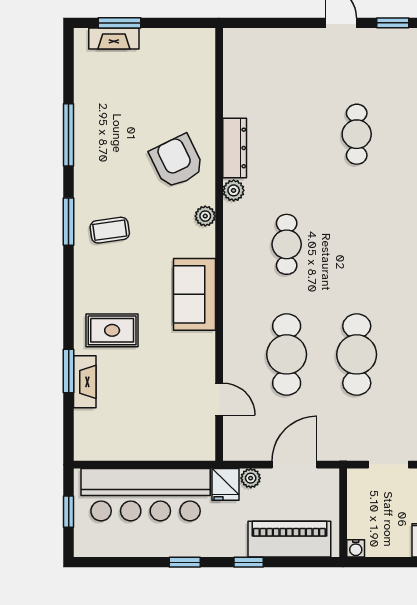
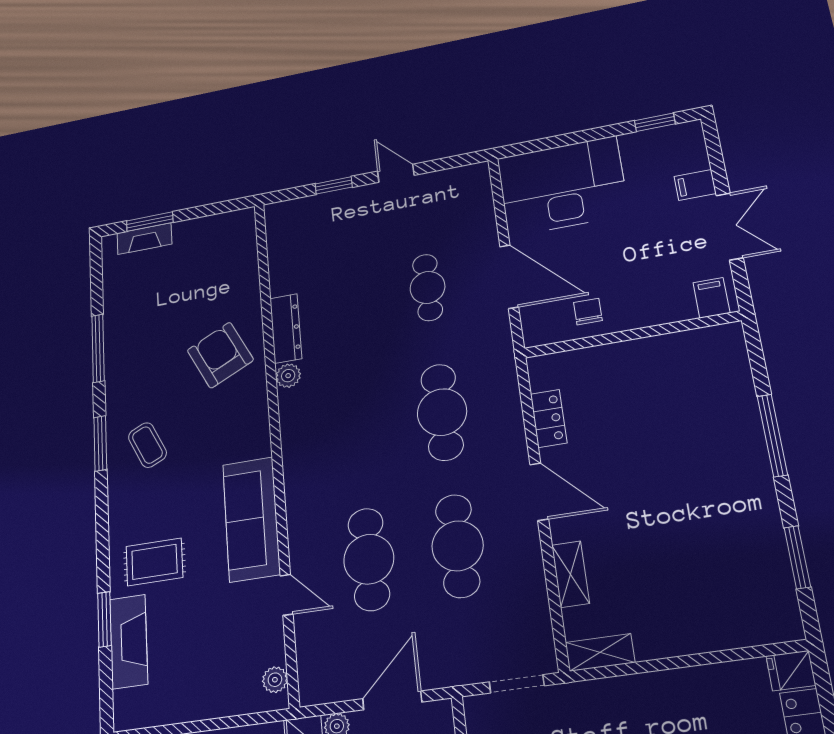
window: (393, 23) -> (334, 185), moved
plant: (205, 216) -> (275, 680), moved
coffee table: (110, 230) -> (147, 445), turned 73
cafe table: (287, 244) -> (442, 412), moved, width x1.37, depth x1.35
sofa: (195, 294) -> (251, 519), width x1.36
fireplace: (85, 382) -> (129, 641), width x1.37, depth x1.32
door: (219, 399) -> (287, 595), moved

